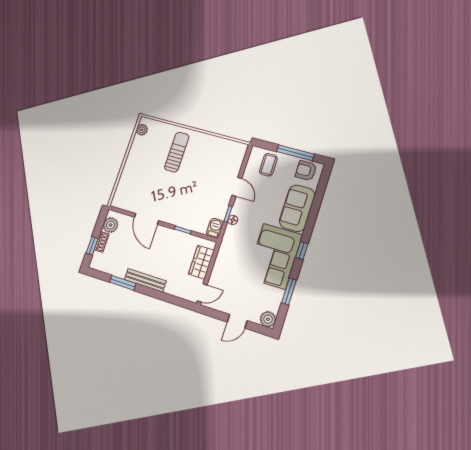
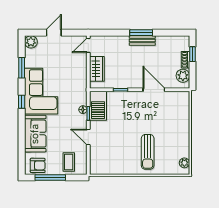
barbecue: (215, 228) -> (98, 106), width x1.88, depth x1.53
bench: (145, 280) -> (142, 41), width x0.73
window: (123, 283) -> (141, 33), moved

